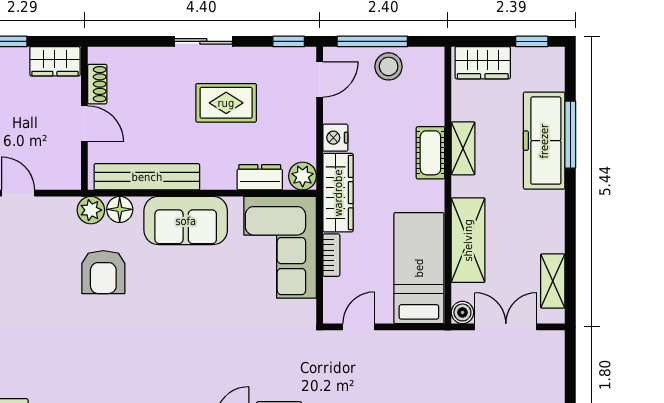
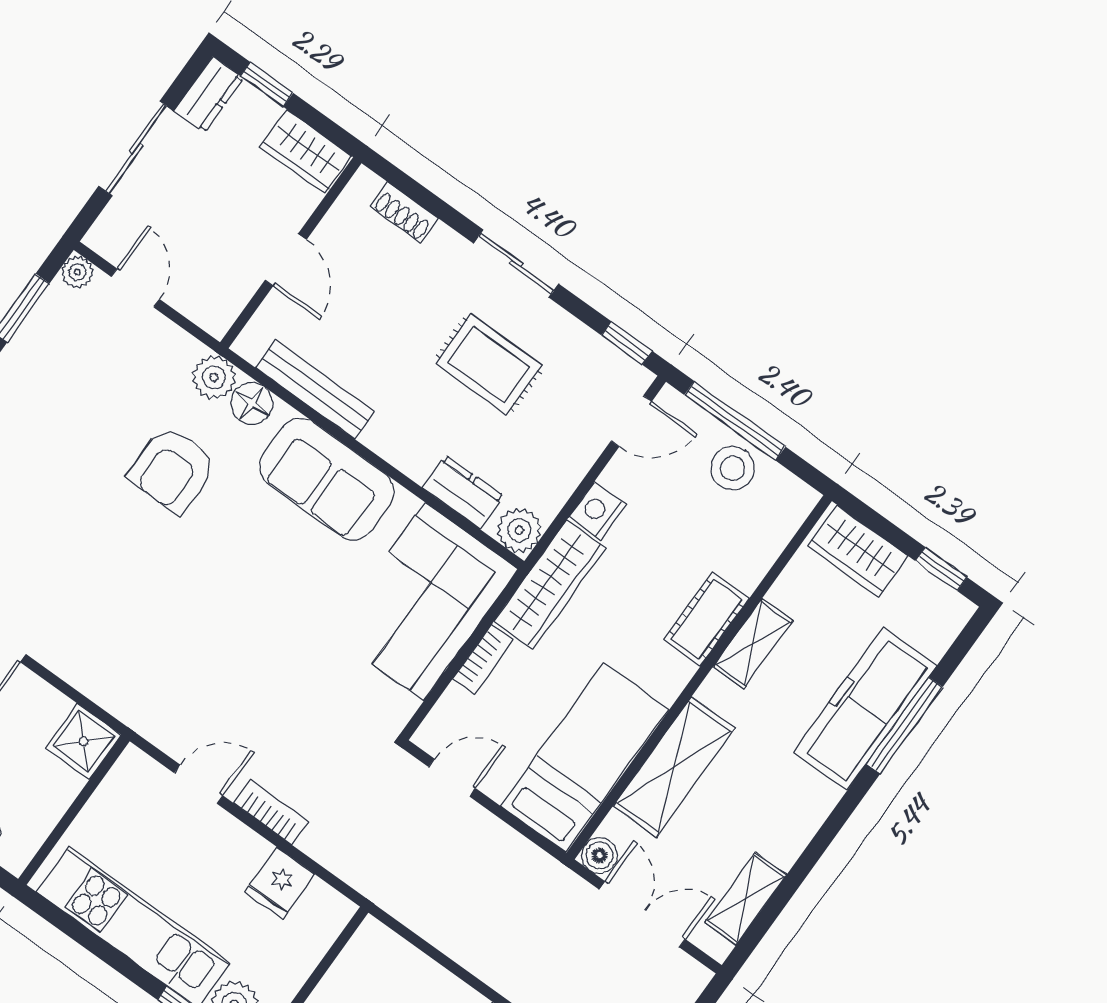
shoe rack: (97, 84) -> (404, 212), moved, turned 90
bench: (147, 177) -> (315, 389), width x0.73, depth x0.82

